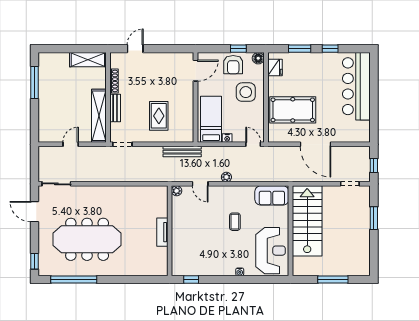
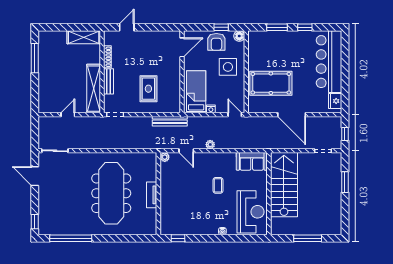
fridge: (275, 68) -> (335, 101), moved, turned 180
meeting table: (87, 239) -> (111, 193), moved, turned 90

